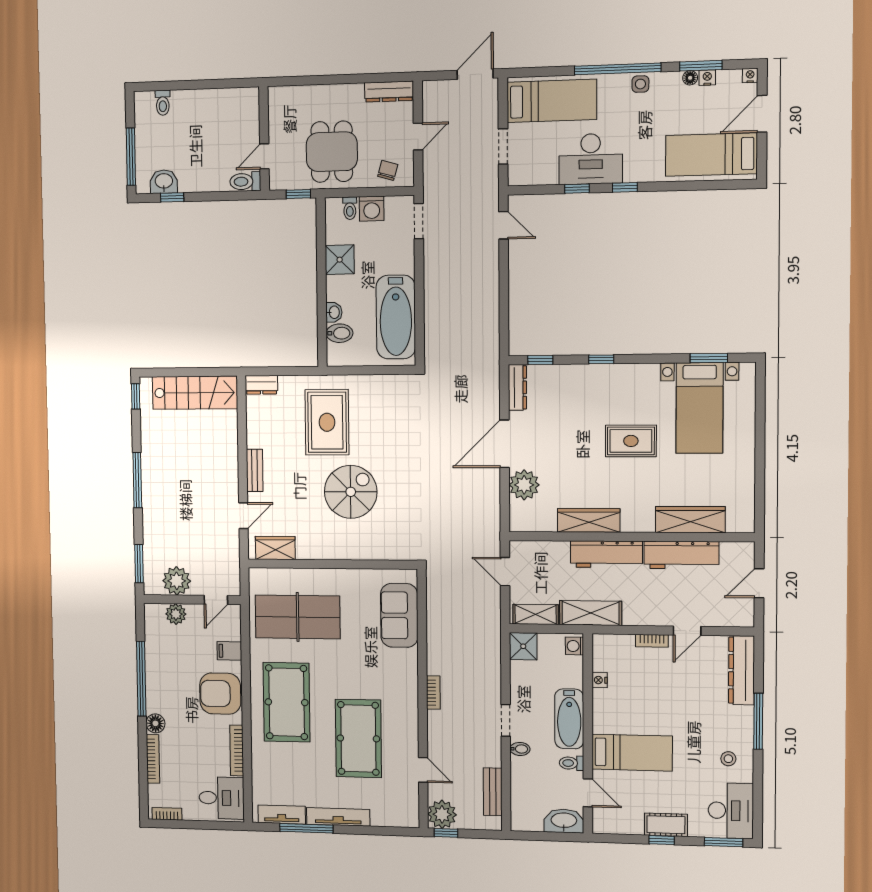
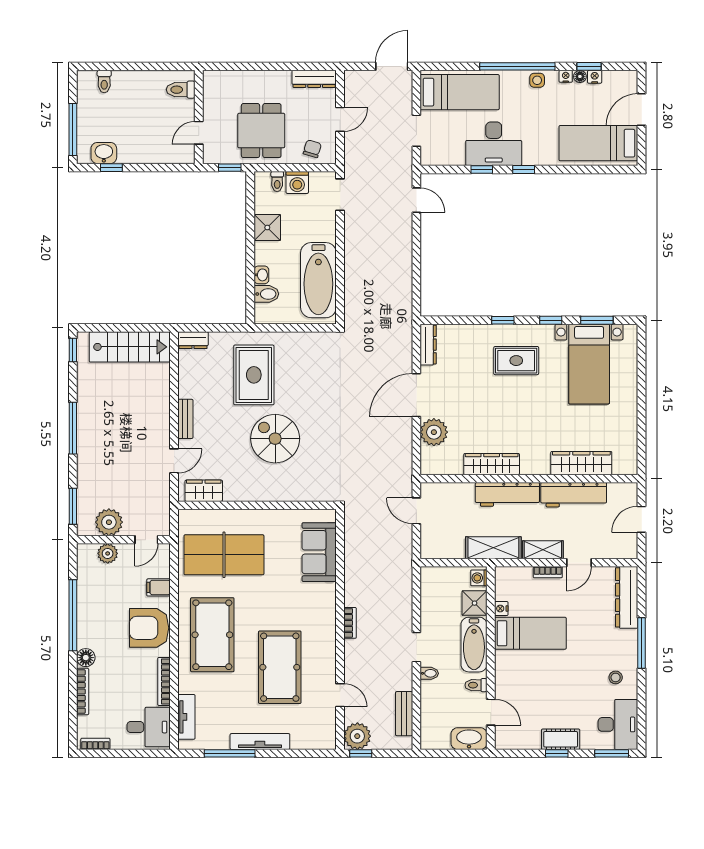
window: (701, 66) -> (589, 66), width x0.67
nightstand: (750, 75) -> (566, 76), moved
toilet: (245, 182) -> (181, 90), moved
window: (540, 360) -> (551, 320), moved
rug: (631, 441) -> (516, 361), moved
spiral stairs: (351, 492) -> (275, 439), turned -90
shelving: (536, 614) -> (543, 550), moved
shower: (523, 646) -> (475, 603), moved
bed: (632, 753) -> (530, 633), moved
tv unit: (282, 815) -> (186, 717), moved, turned 90

